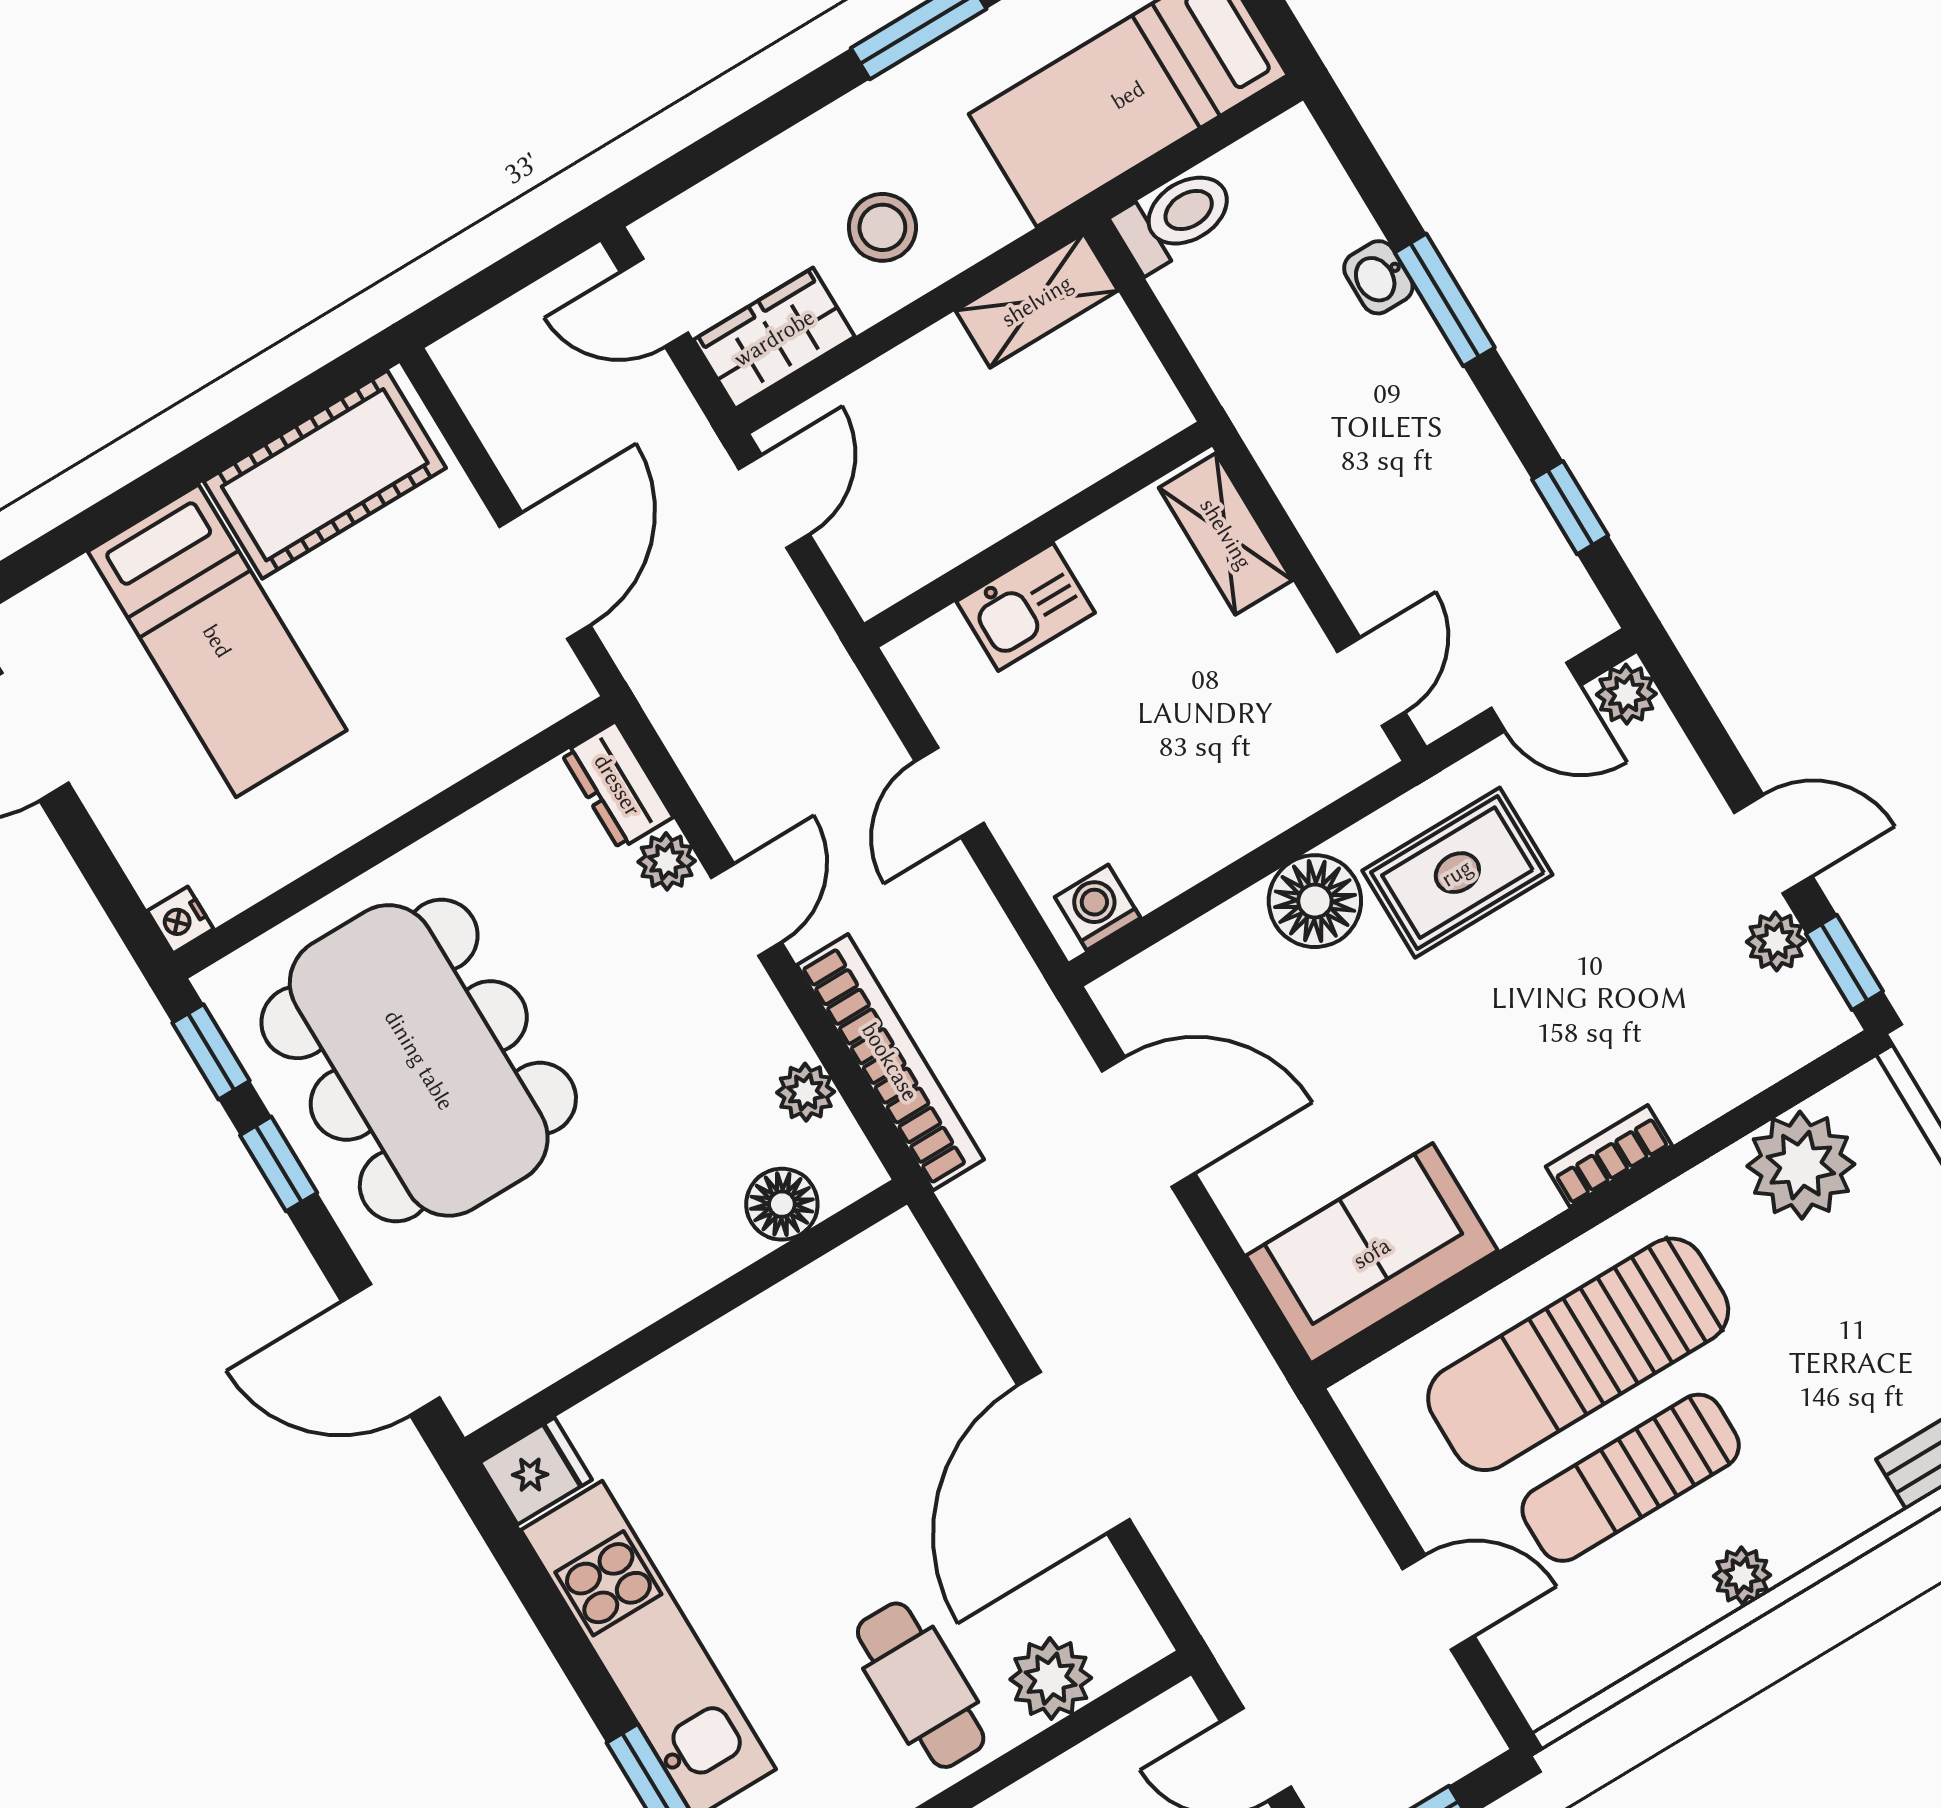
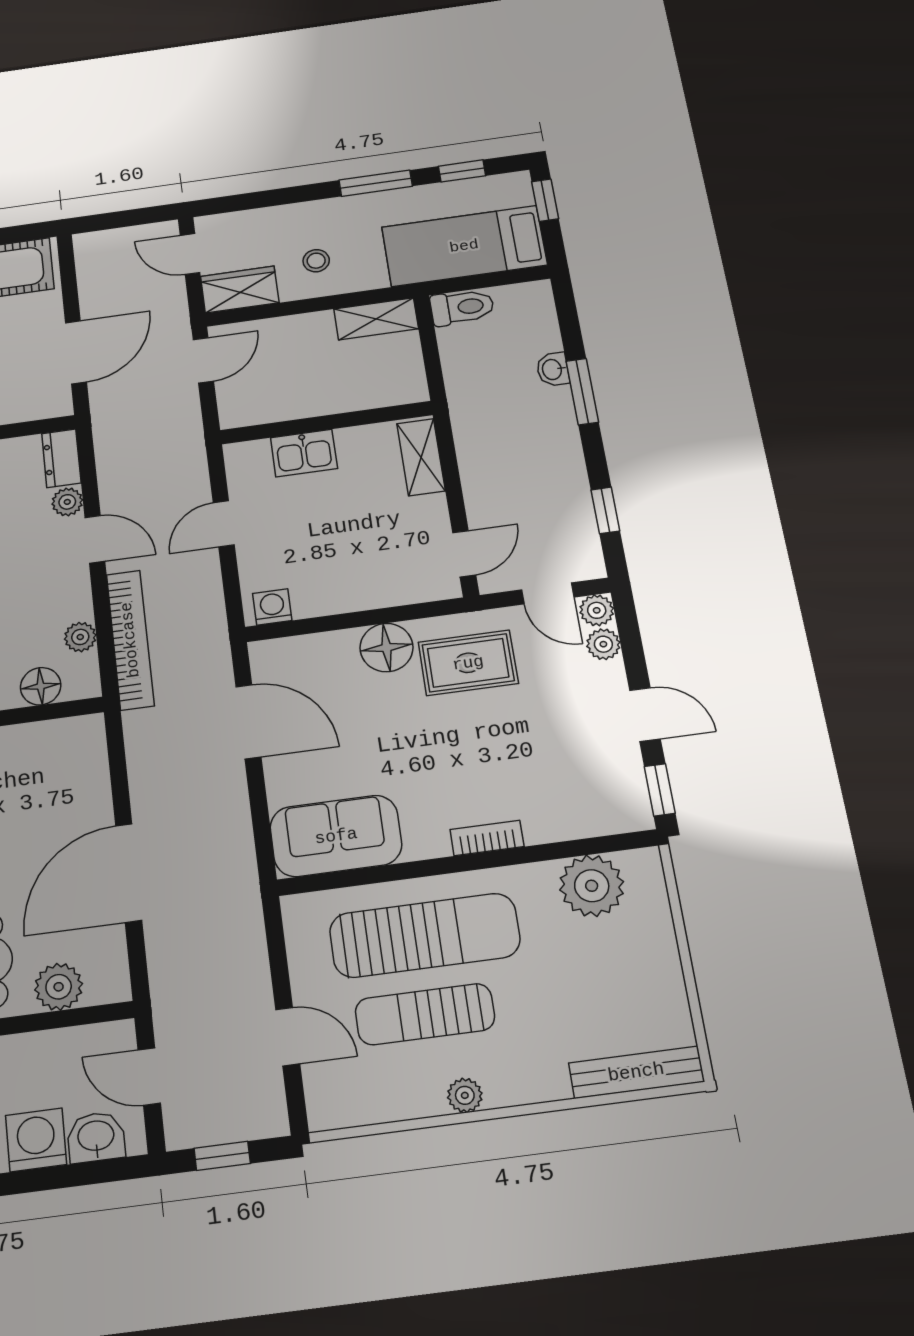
stool: (882, 227) -> (316, 261), width x0.73, depth x0.73
door: (746, 910) -> (95, 539), hinge flipped
plant: (1776, 941) -> (603, 644), moved
sun lounger: (1578, 1354) -> (425, 935), turned 180

